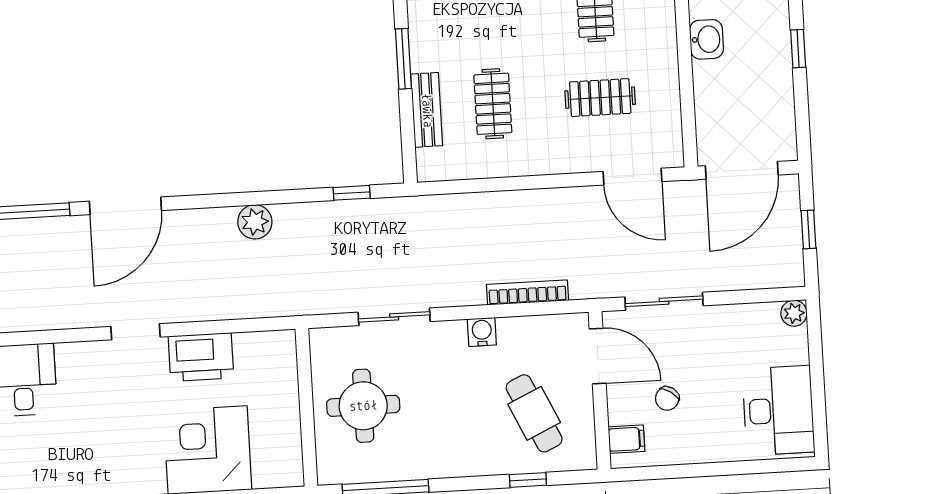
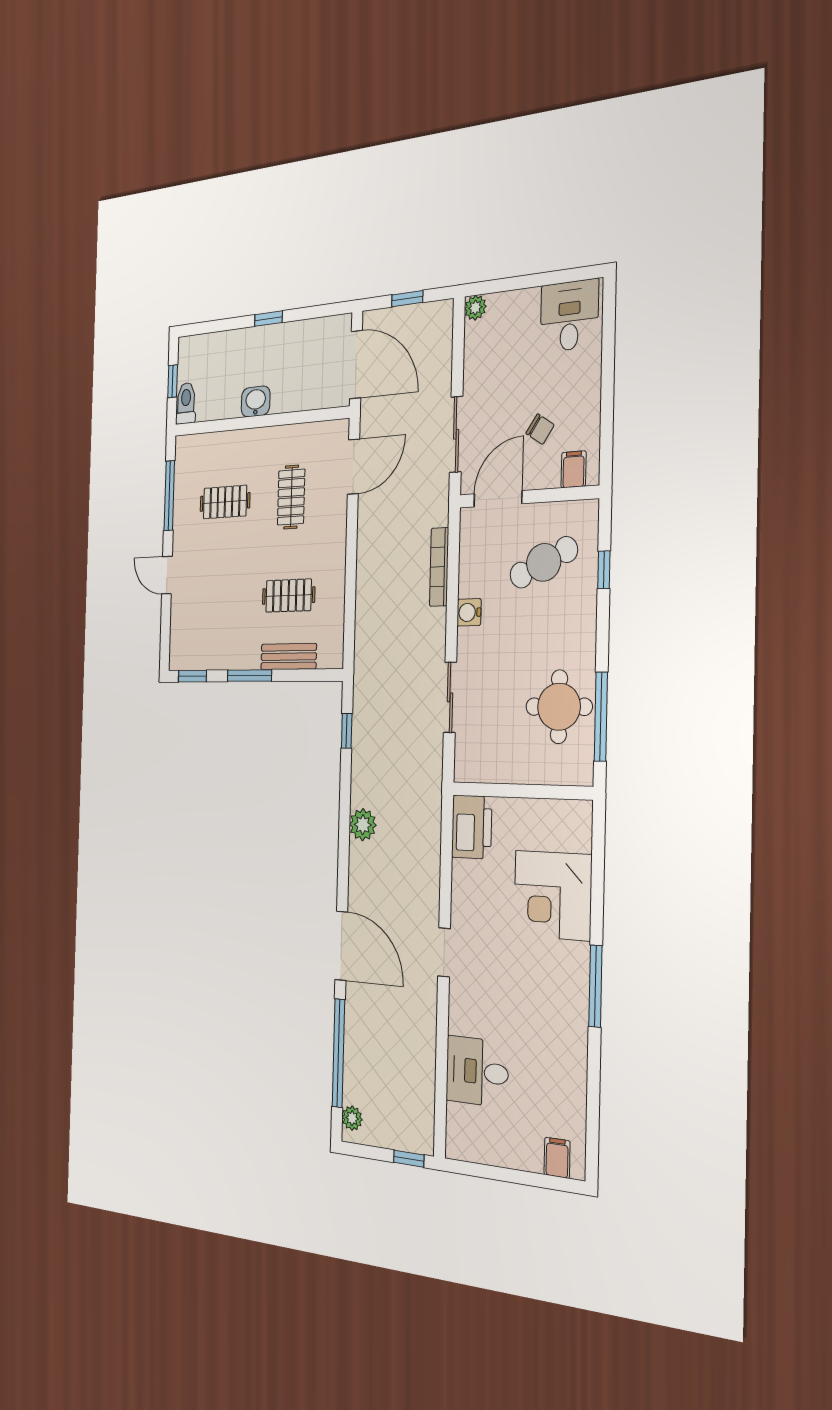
printer: (201, 357) -> (472, 827), moved
round table: (363, 406) -> (559, 707), moved
desk: (778, 410) -> (569, 316), width x0.73

